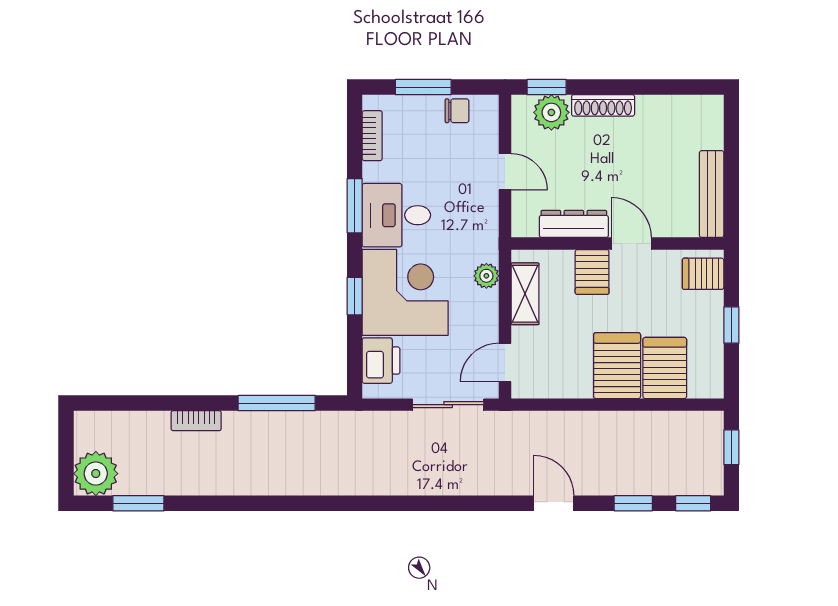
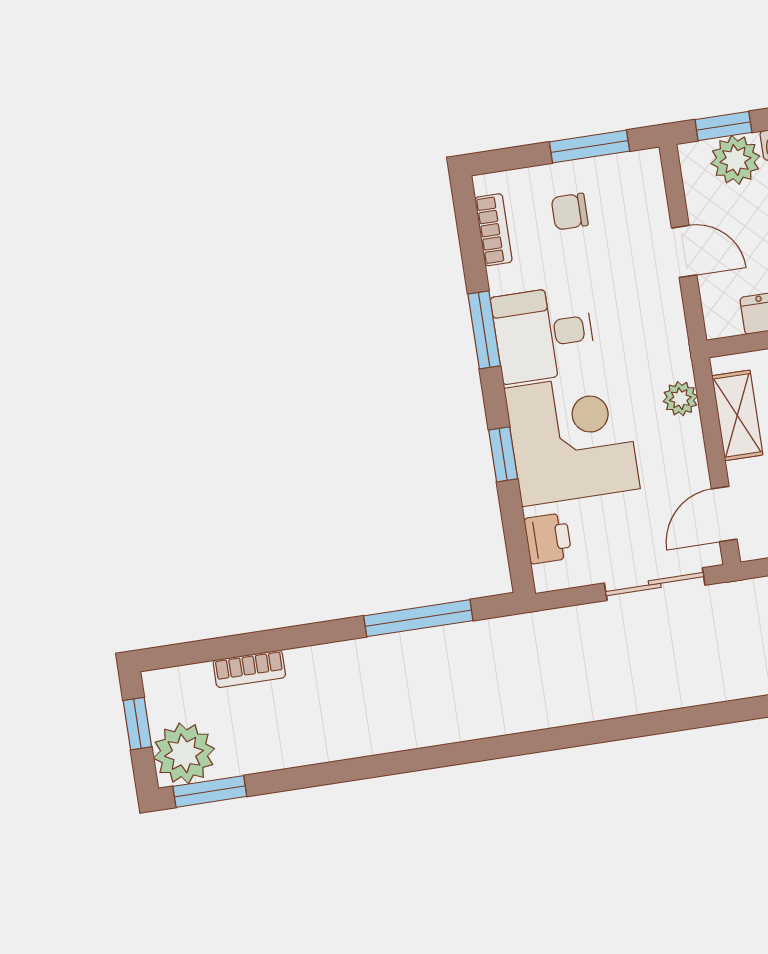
window: (423, 87) -> (589, 147), moved
chair: (457, 111) -> (570, 212), moved, turned 180
printer: (381, 361) -> (548, 538), width x0.73, depth x0.81
bookcase: (196, 421) -> (249, 669), moved
window: (66, 447) -> (137, 724), added
window: (138, 503) -> (210, 791), moved

